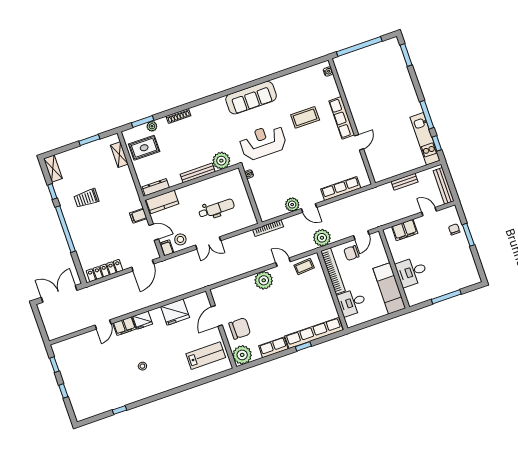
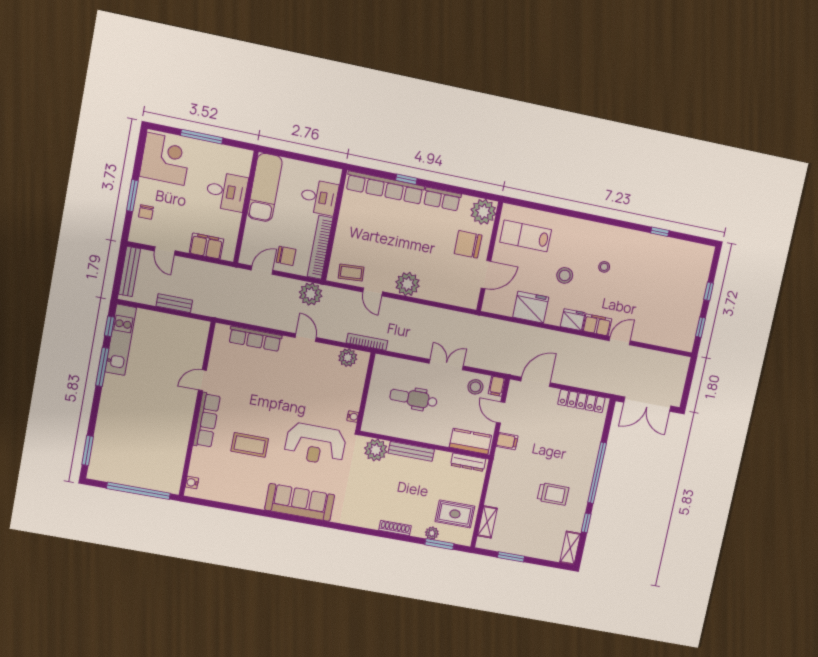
plant: (292, 205) -> (348, 358), moved
corner desk: (461, 270) -> (165, 159), added
stool: (165, 345) -> (565, 275), added

